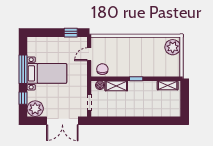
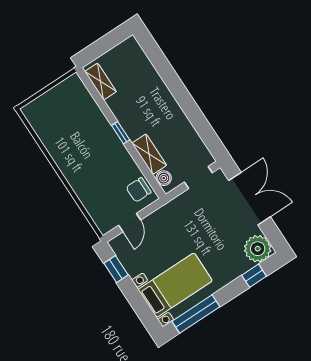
plant: (173, 47) -> (41, 110), removed
door: (89, 54) -> (130, 223), hinge flipped
window: (23, 69) -> (196, 314), moved
bed with nightstands: (47, 73) -> (175, 285), moved, turned 90

